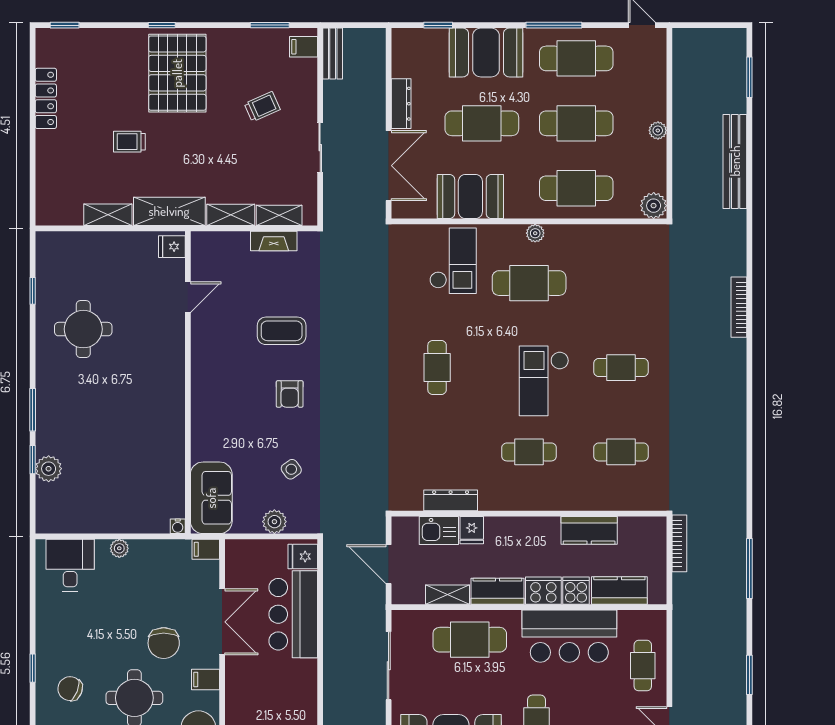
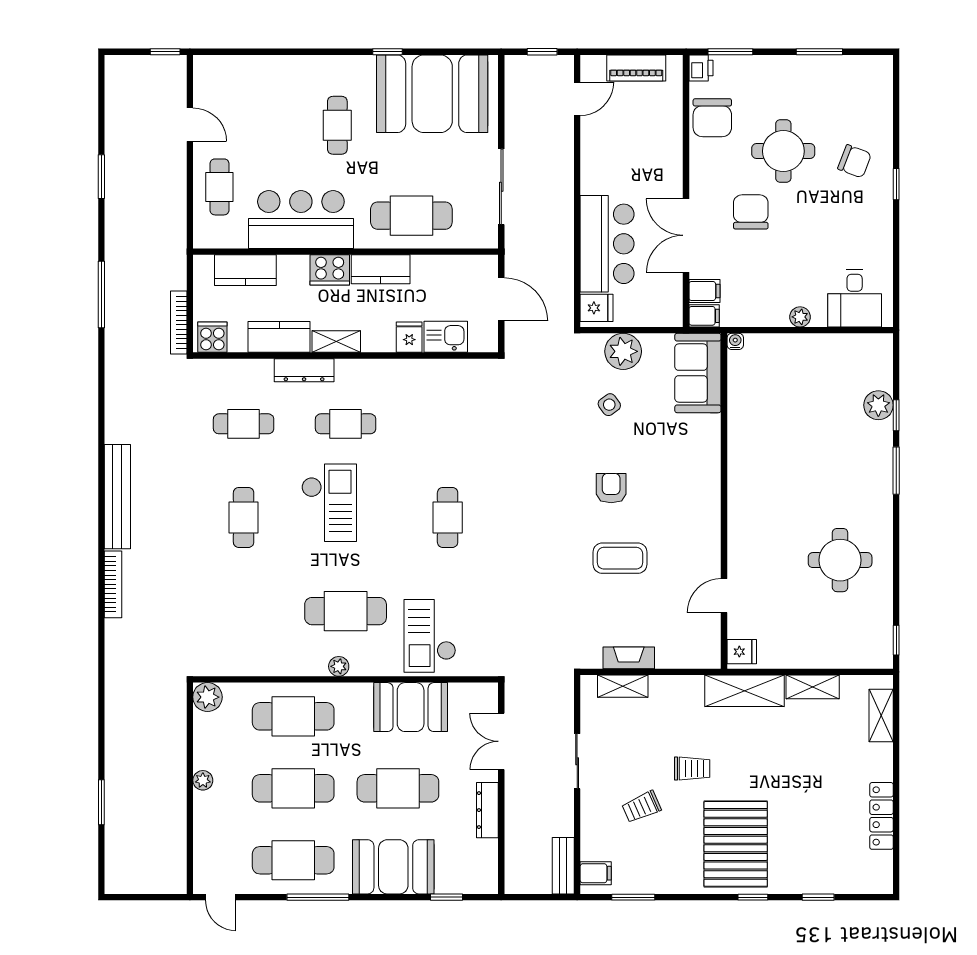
window: (65, 25) -> (818, 897), moved
window: (749, 77) -> (101, 802), moved
trolley: (129, 142) -> (692, 768), moved
bench: (735, 161) -> (117, 497), moved
double door: (389, 166) -> (501, 741), width x0.73
shelving: (231, 215) -> (881, 716), moved, turned 90
window: (33, 291) -> (896, 640), moved
cafe table: (621, 368) -> (244, 517), turned 90
dresser: (451, 500) -> (304, 370), moved
plant: (274, 522) -> (623, 351), width x1.36, depth x1.36
cooker: (576, 591) -> (212, 337), moved, turned 180
shelving: (448, 595) -> (336, 342), moved
filing cabinet: (205, 679) -> (704, 291), moved

